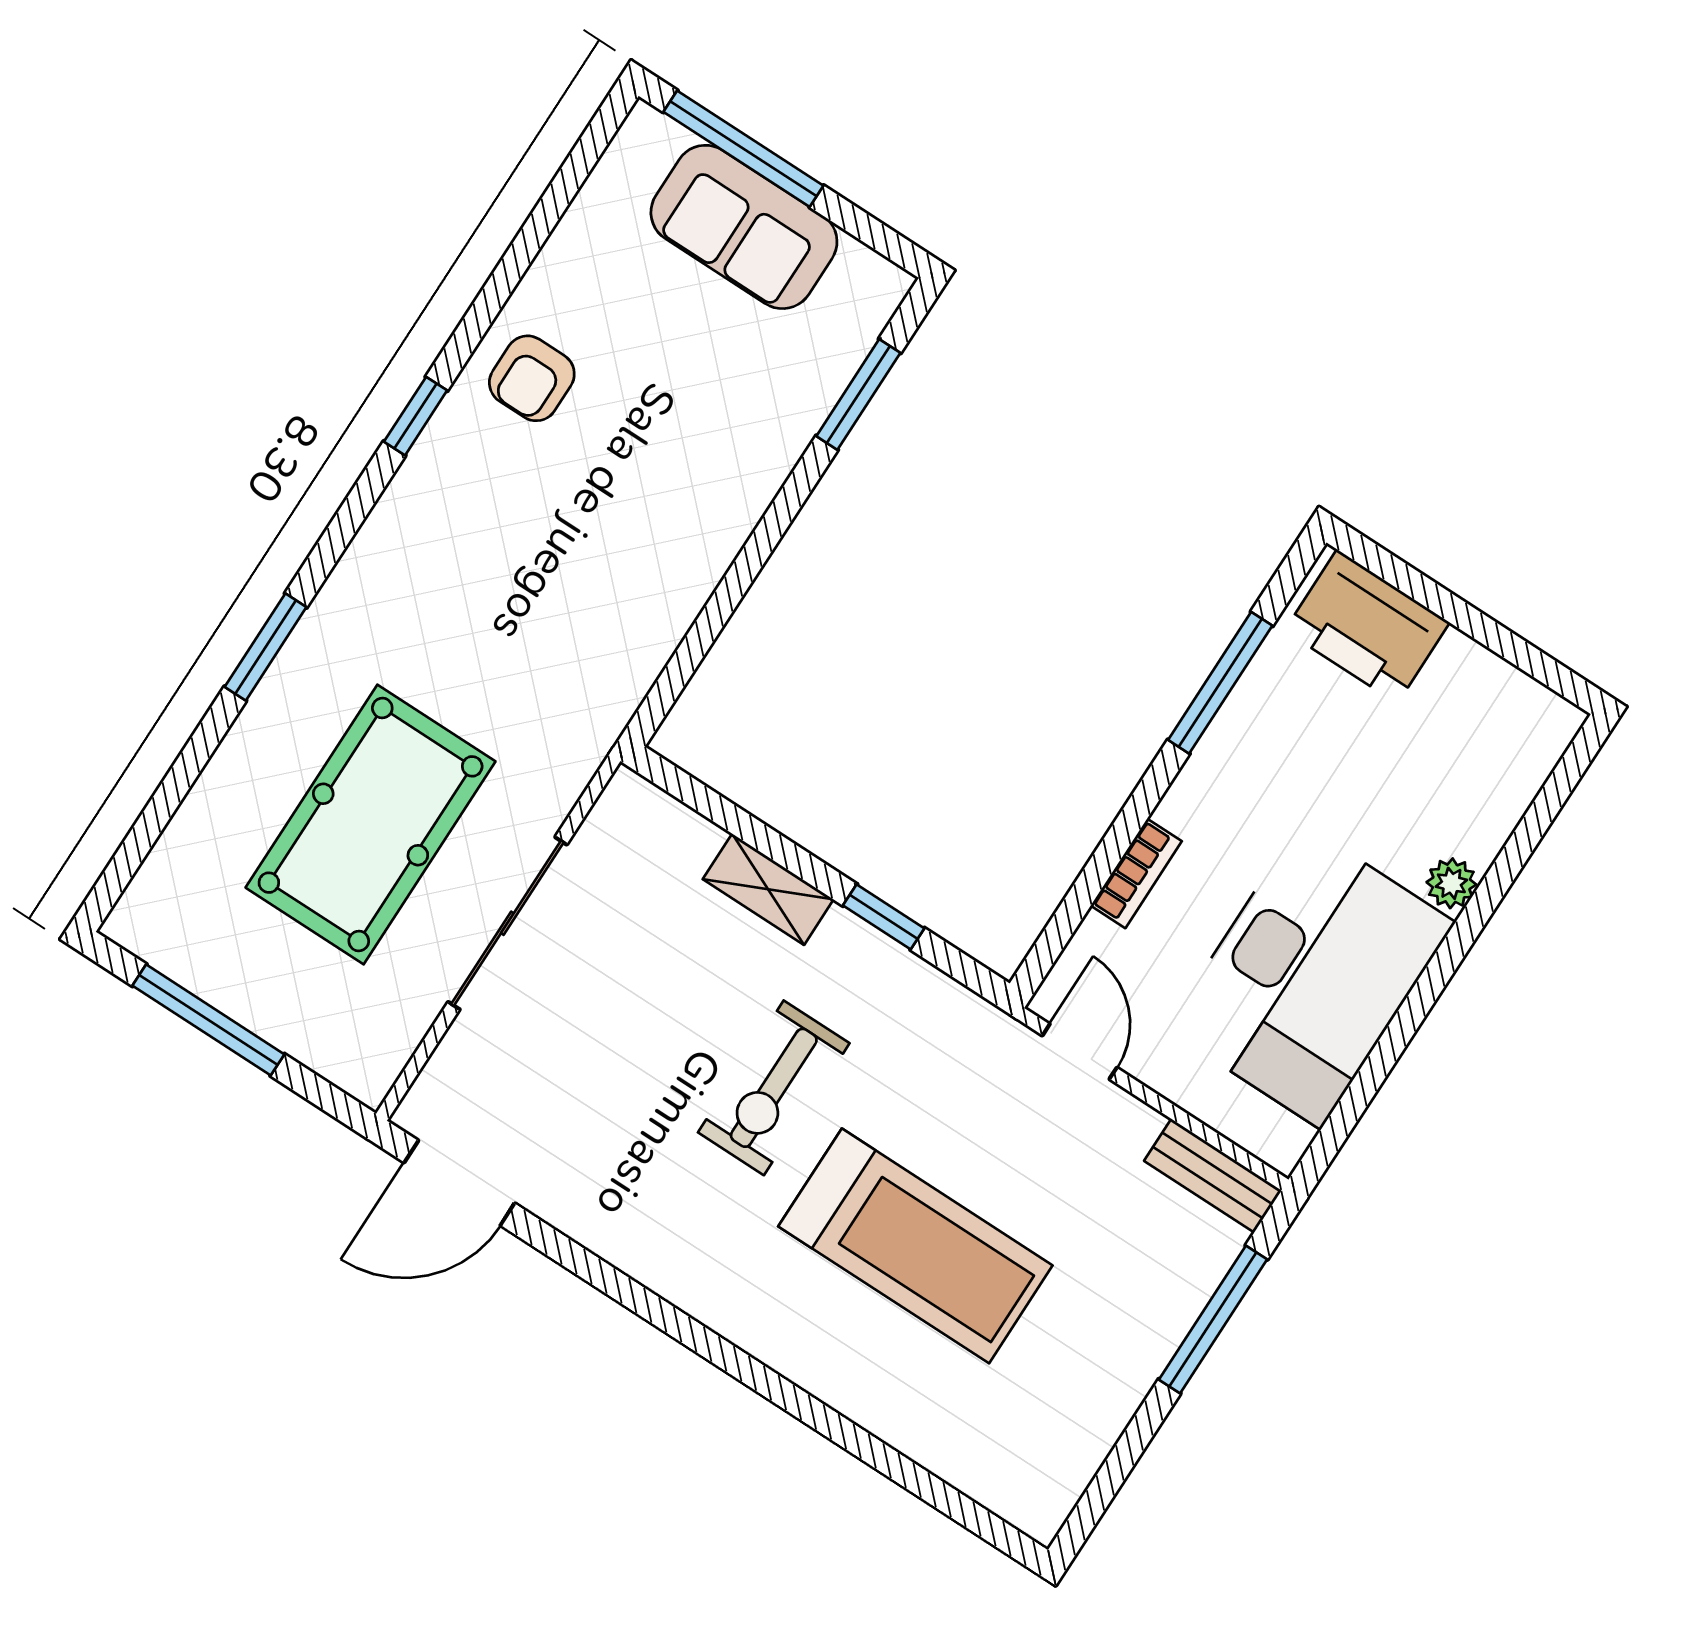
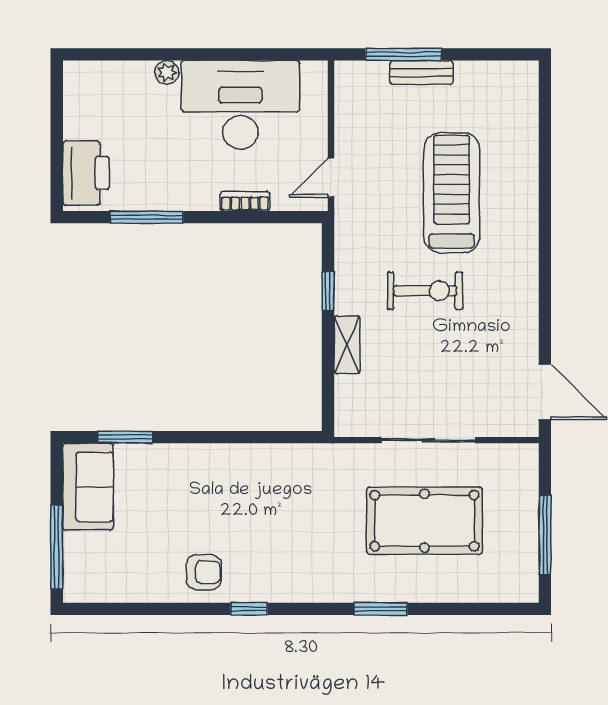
sofa: (744, 227) -> (88, 487), moved
bench: (1213, 1176) -> (422, 72), moved, turned 90

